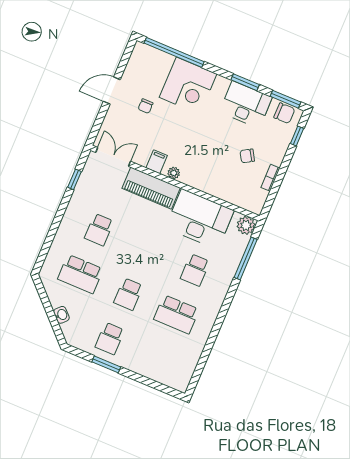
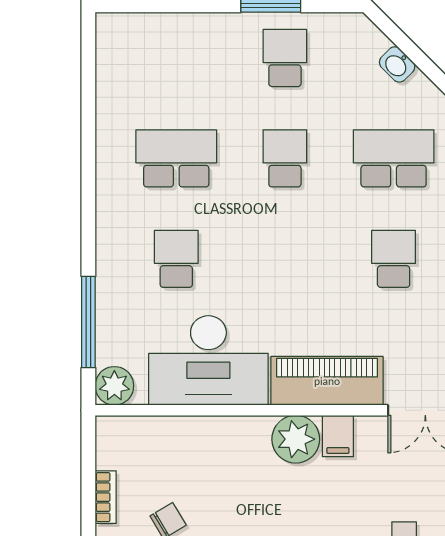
plant: (174, 173) -> (296, 439), width x1.87, depth x1.87

